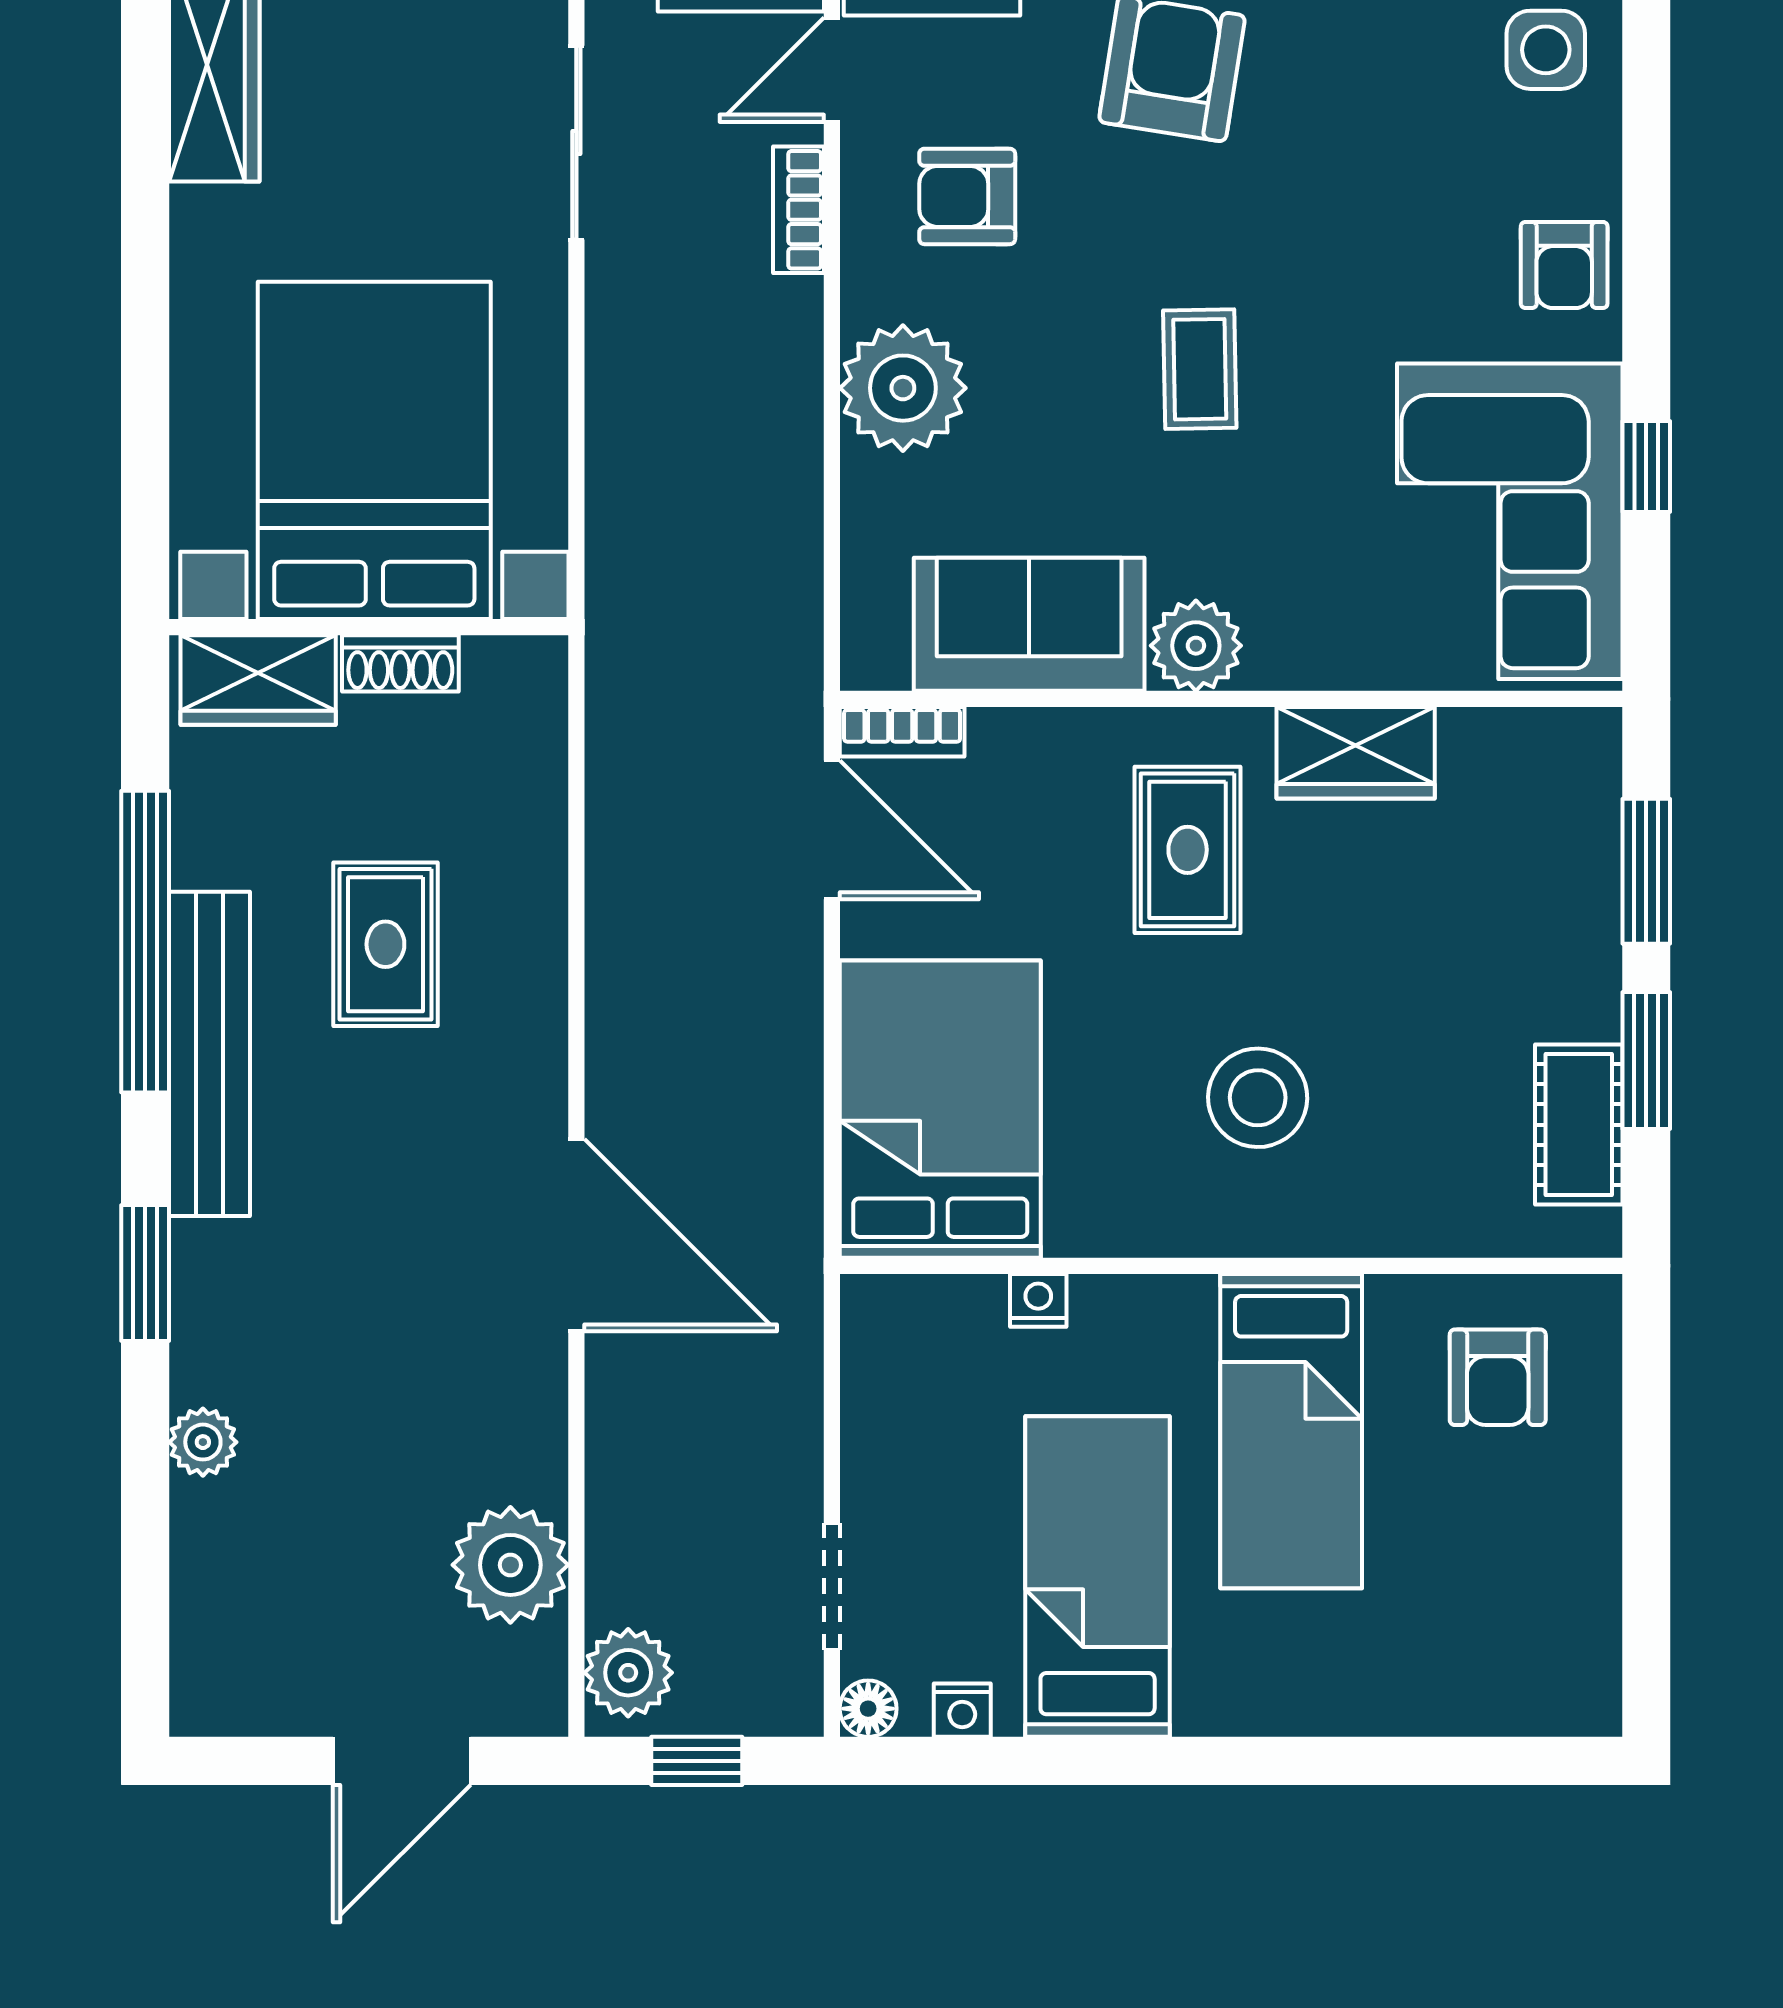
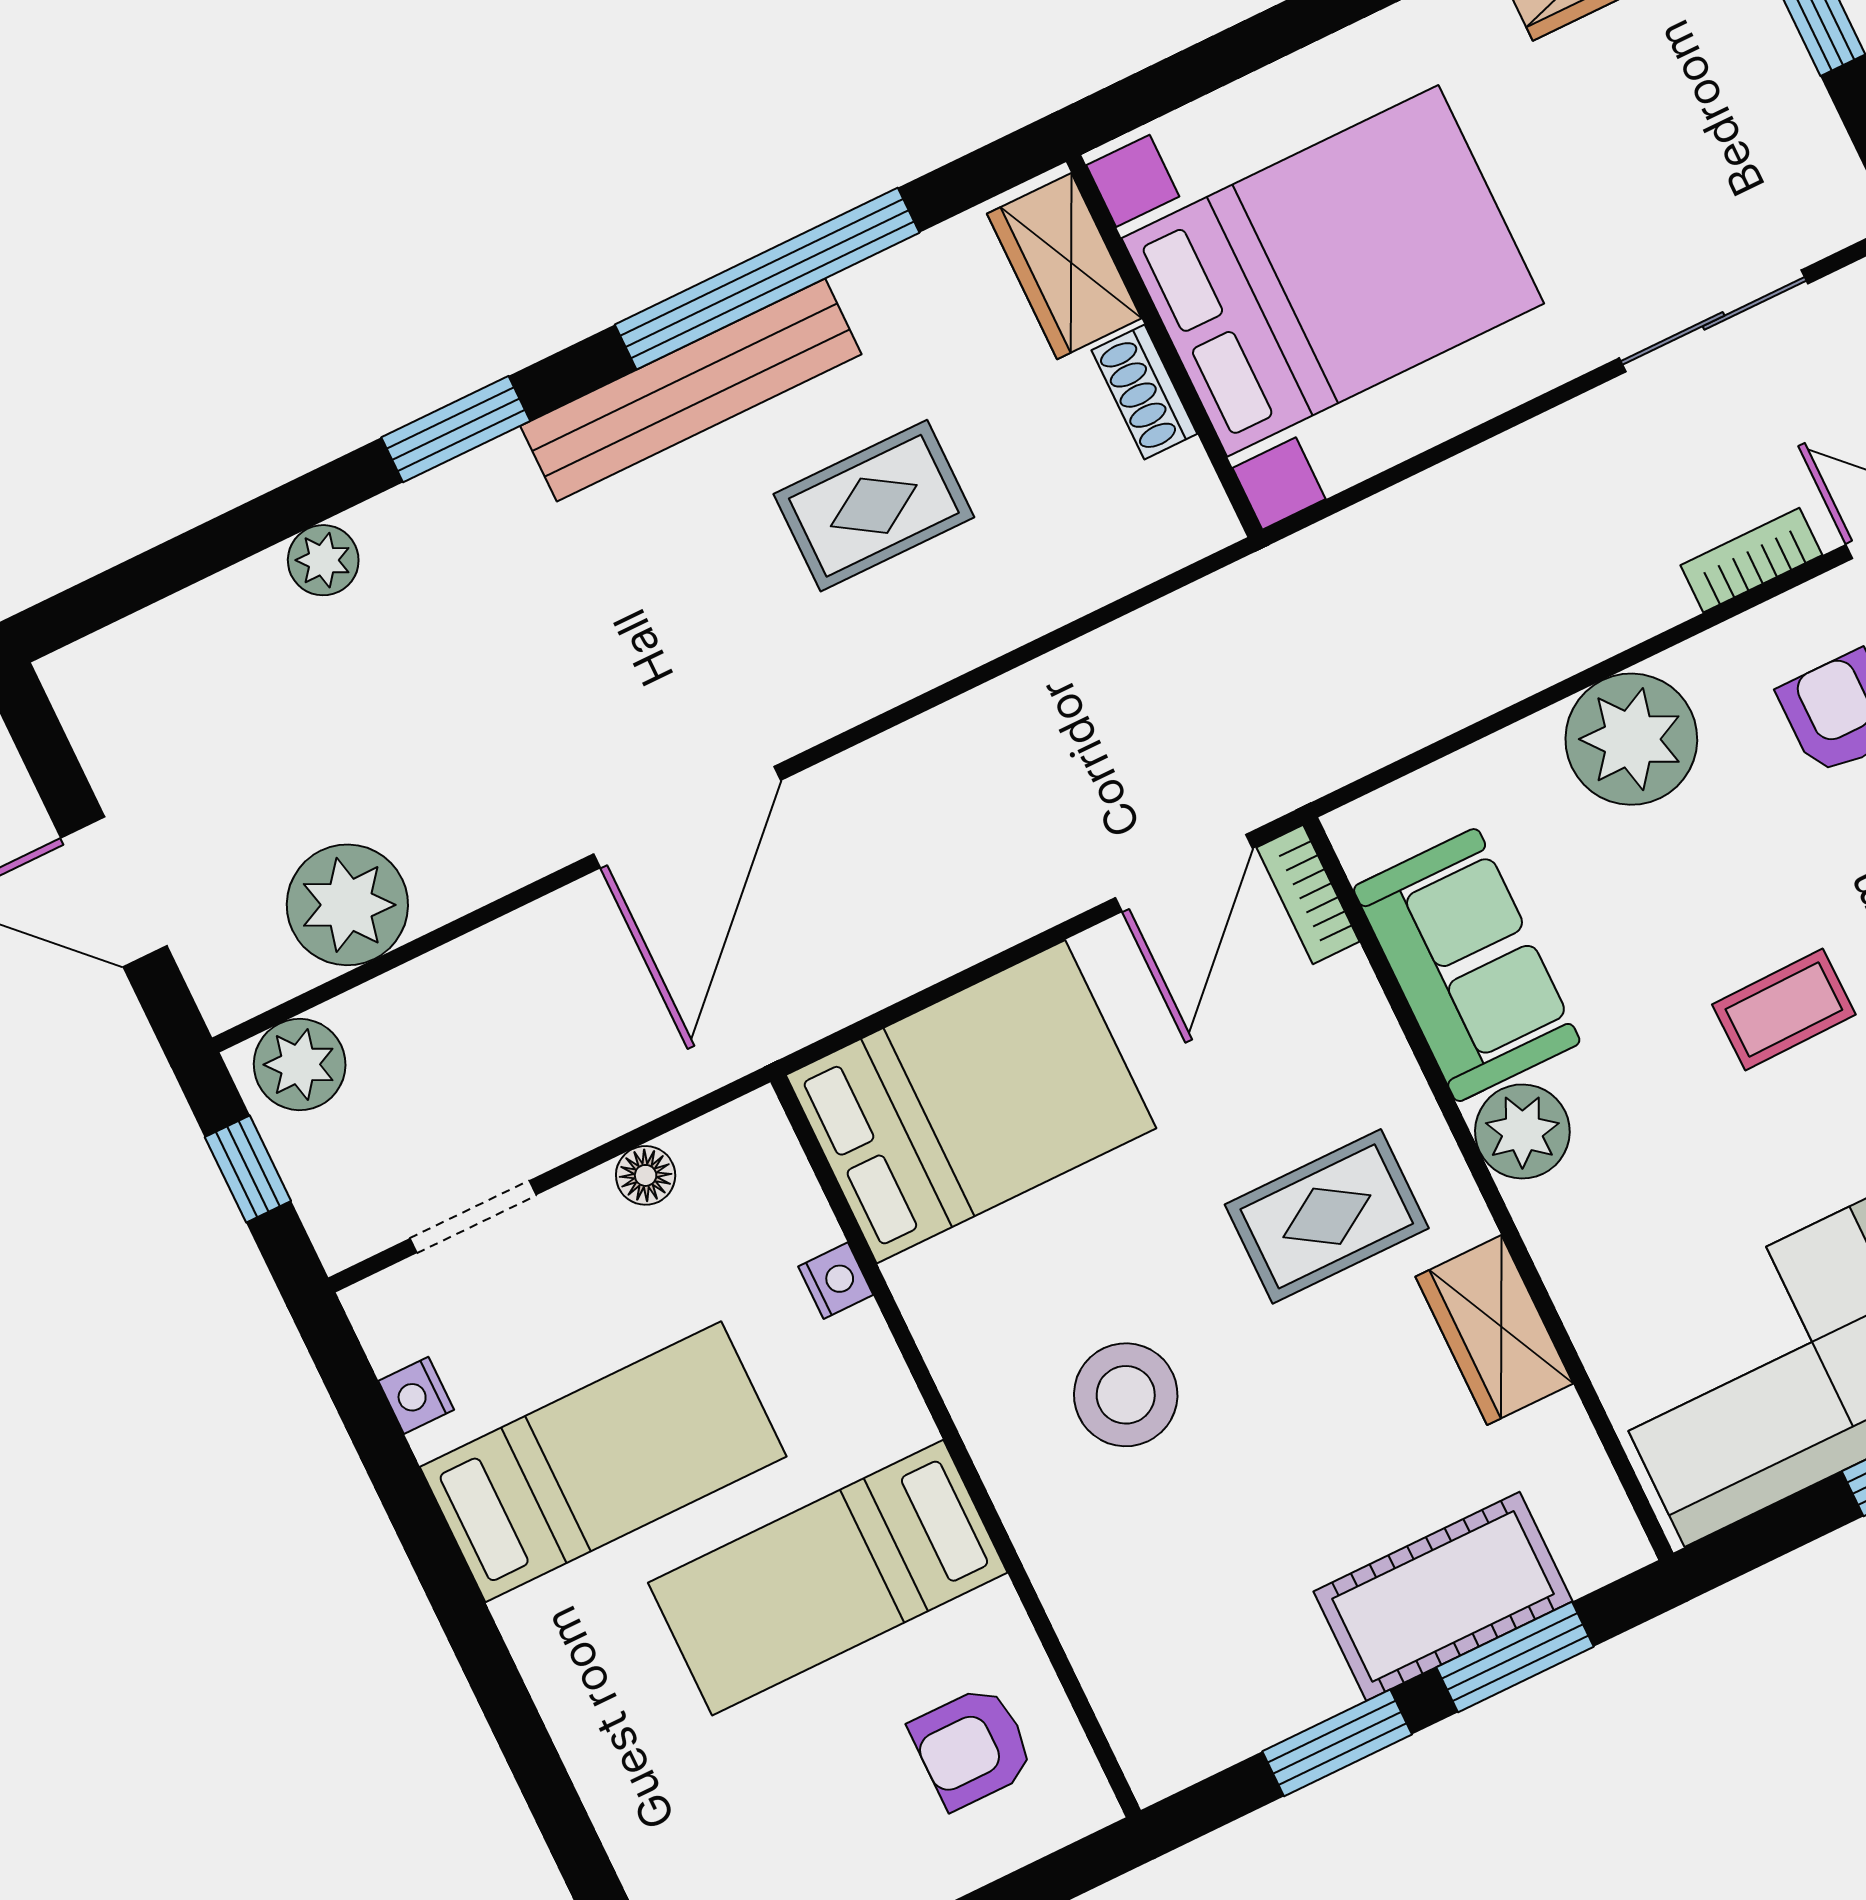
cot: (1579, 1125) -> (1443, 1596), moved, width x1.37, depth x1.34
floor lamp: (868, 1709) -> (646, 1175), moved

